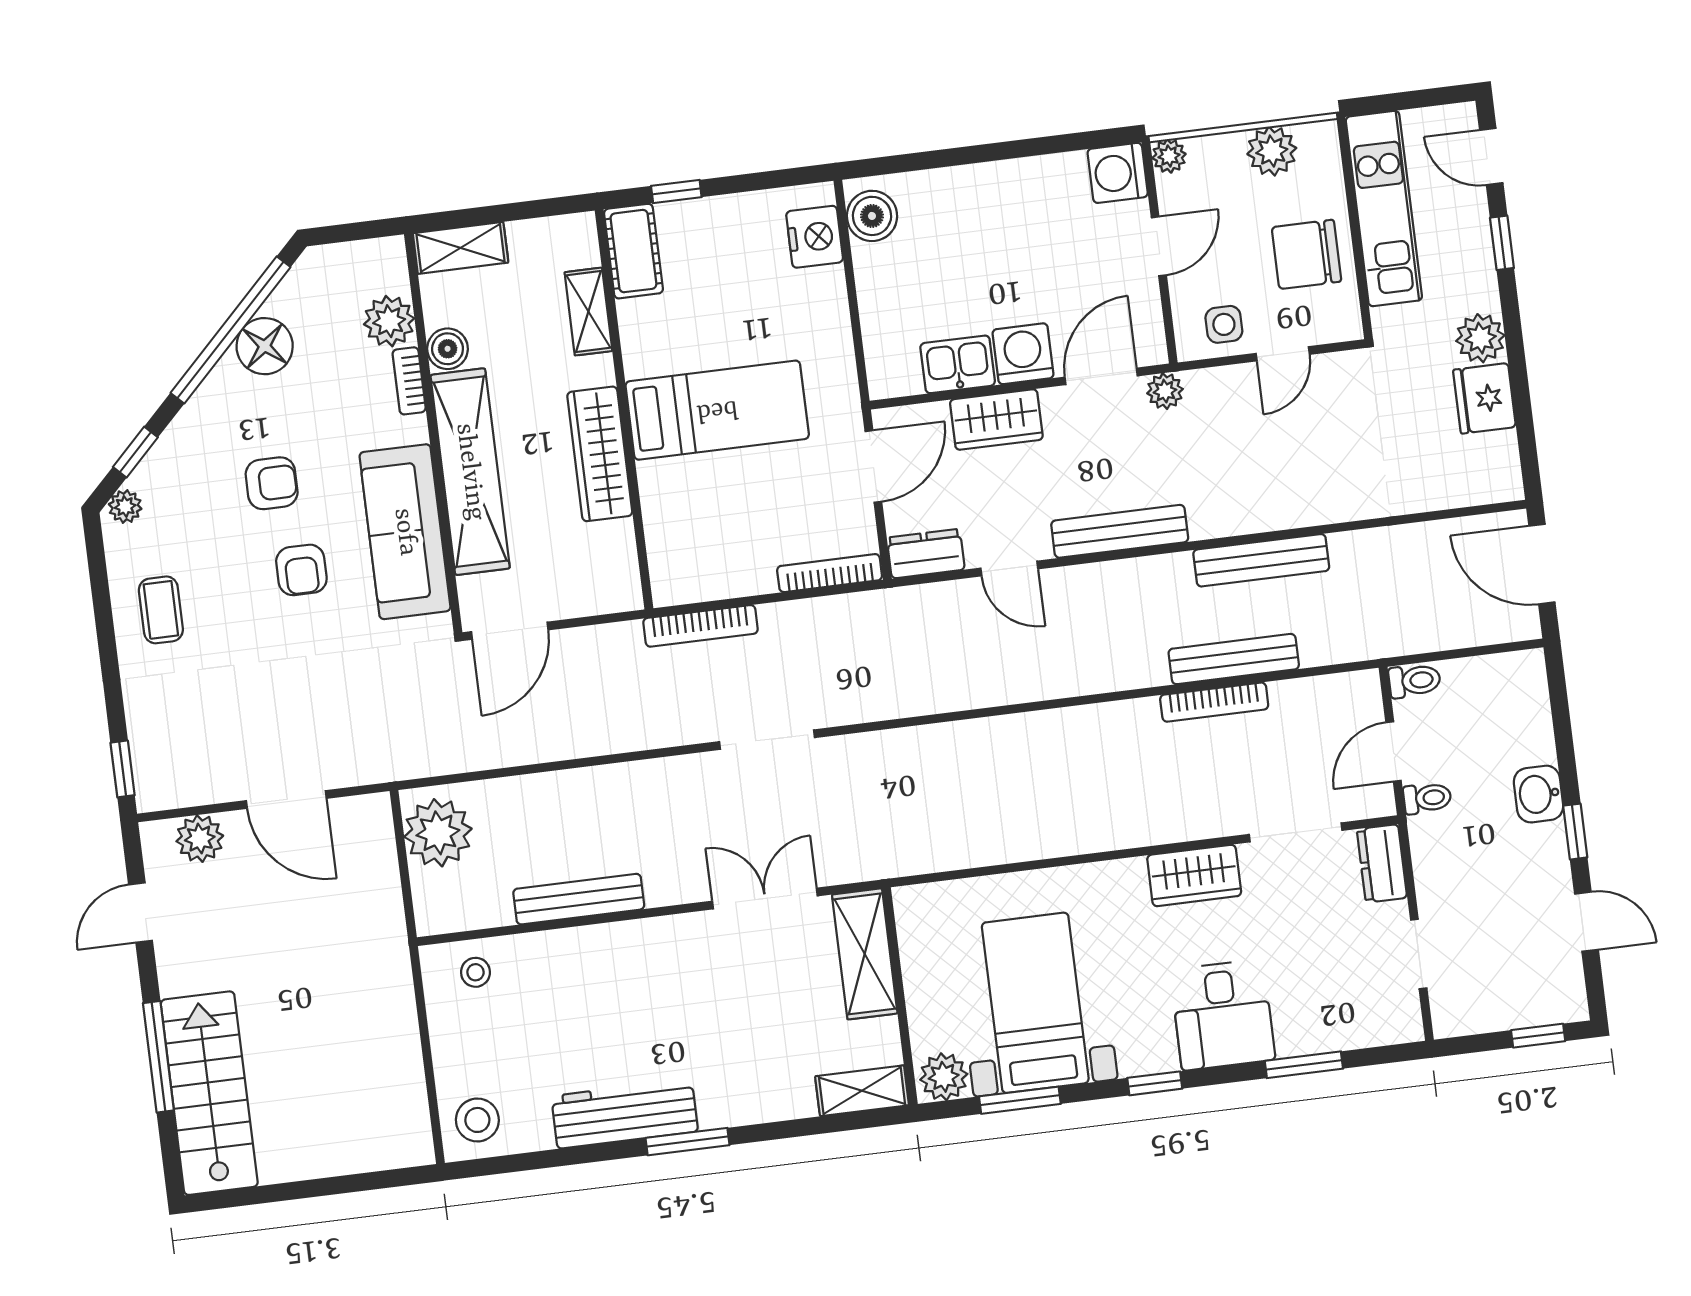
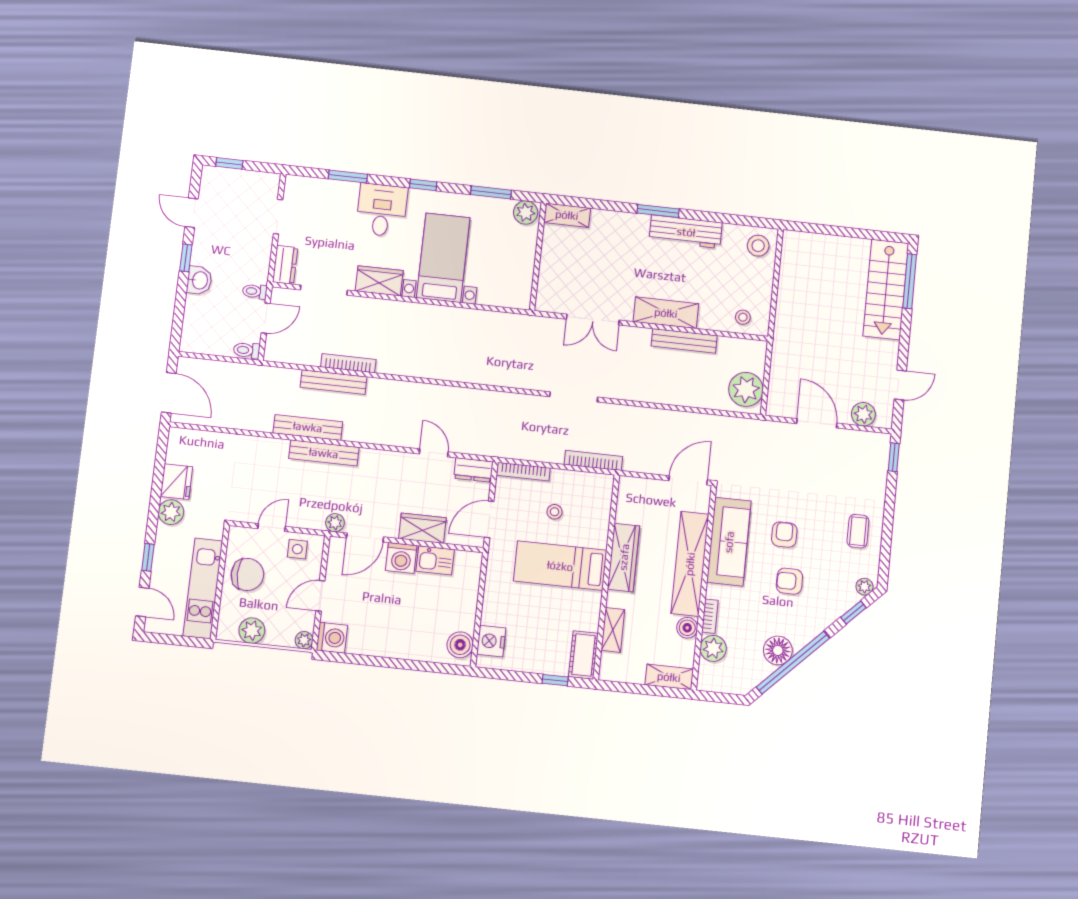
stool: (752, 510) -> (555, 512), added
bench: (1120, 531) -> (324, 453), moved
shelving: (865, 954) -> (666, 313), moved, turned 90
bed with nightstands: (1035, 1003) -> (443, 258), moved, turned 180
window: (158, 1057) -> (910, 281), moved

